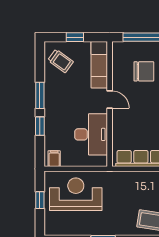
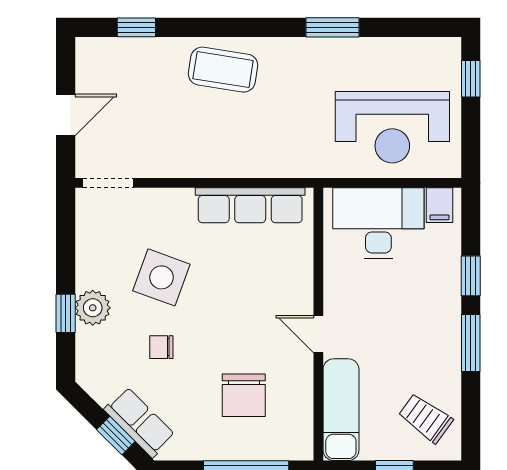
chair: (144, 71) -> (244, 395), turned -90
desk: (91, 134) -> (378, 223), moved, turned 90
window: (40, 200) -> (471, 79), moved

